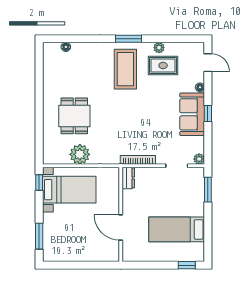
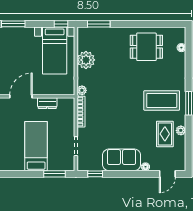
window: (208, 114) -> (95, 174), moved
dining table: (74, 116) -> (146, 47), moved
window: (39, 140) -> (99, 24), added
plant: (199, 159) -> (82, 90), moved
dresser: (128, 178) -> (47, 103), moved
bed: (177, 229) -> (36, 146), moved

